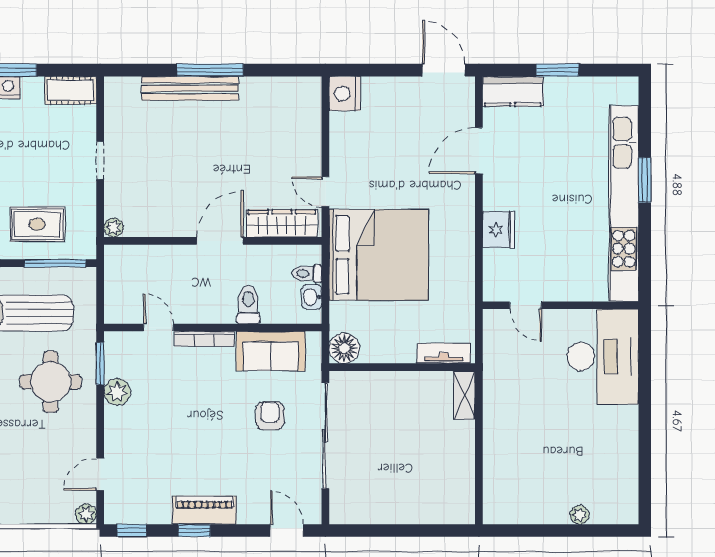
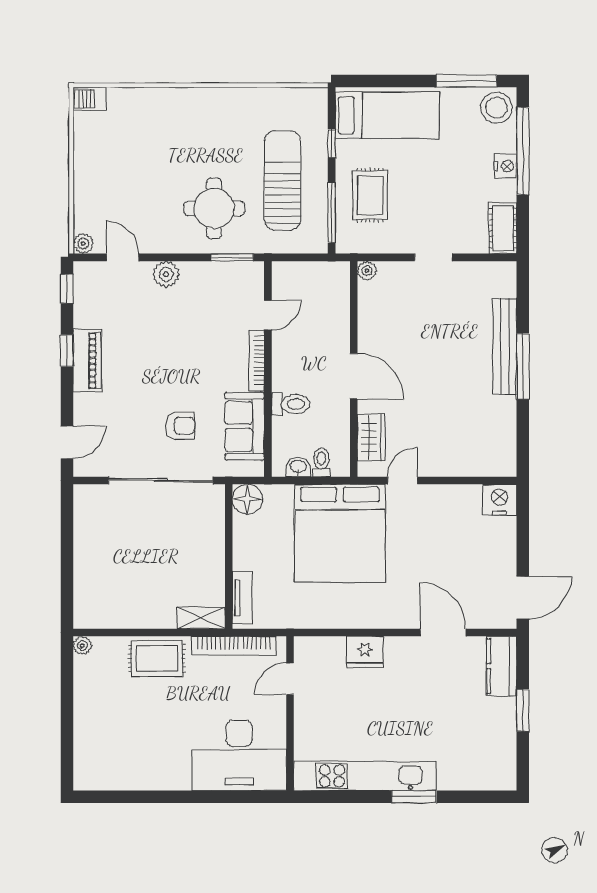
kitchen unit: (624, 204) -> (365, 776), width x0.73
wardrobe: (282, 223) -> (371, 437), width x0.67
bookcase: (492, 362) -> (234, 646), added
plant: (117, 392) -> (166, 274), moved
rug: (505, 440) -> (157, 658), added
plant: (580, 515) -> (82, 646), moved

